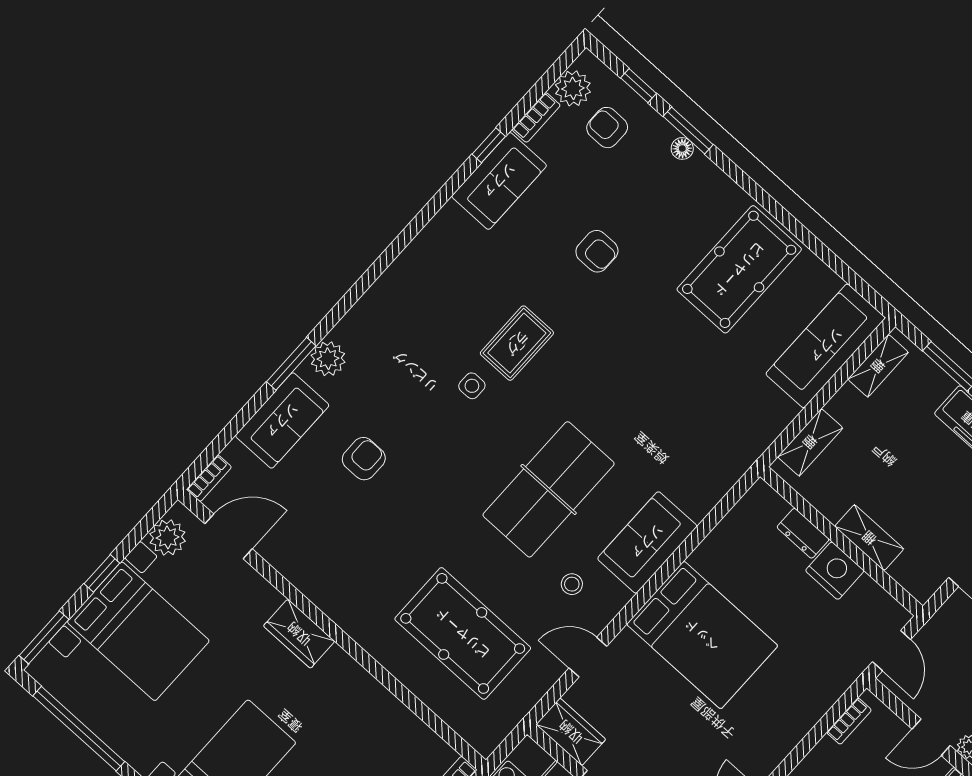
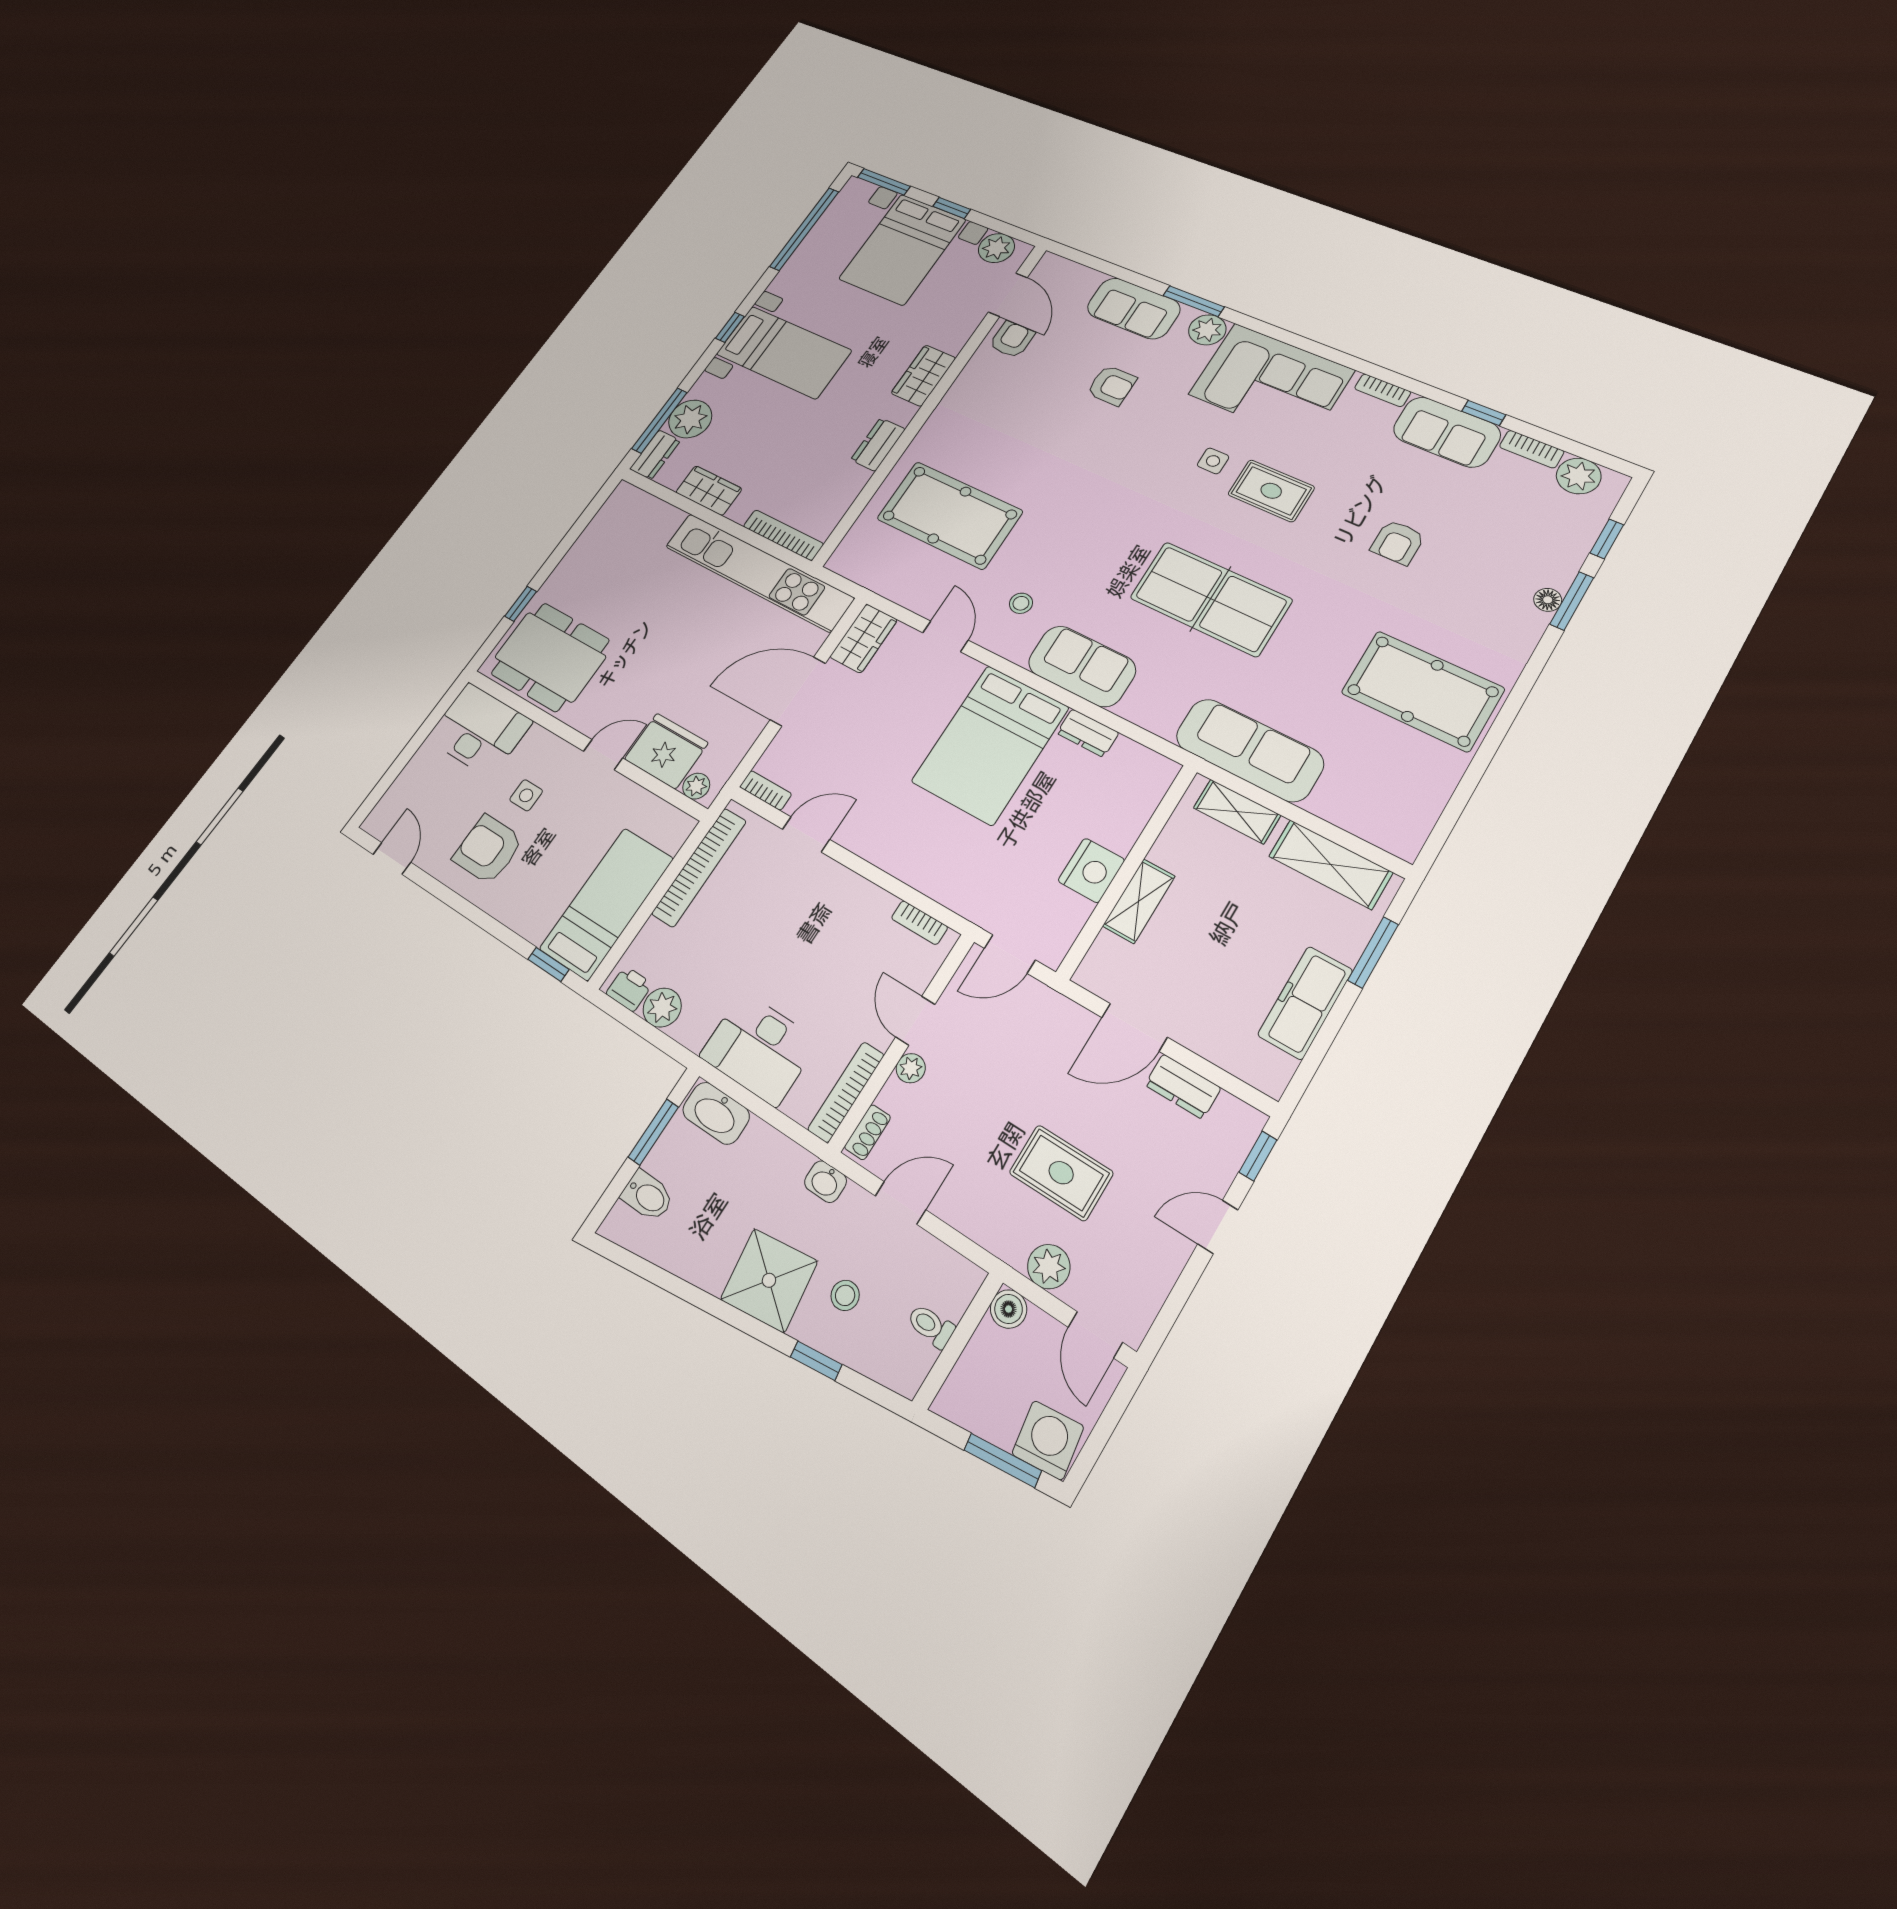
armchair: (607, 128) -> (1012, 340), moved
corner sofa: (403, 316) -> (1271, 382), added
sofa: (826, 346) -> (1249, 750), moved
shelving: (878, 366) -> (1330, 864), width x1.50, depth x1.33
bookcase: (209, 478) -> (1383, 390), moved
table tennis table: (549, 489) -> (1211, 599), moved
dresser: (803, 533) -> (1088, 733), moved, turned -90
pool table: (463, 633) -> (949, 515), turned 90
dresser: (366, 689) -> (878, 444), added

